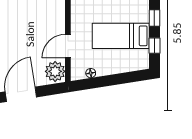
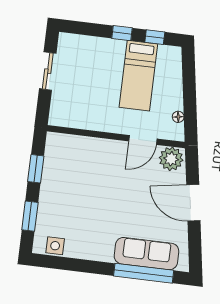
door: (68, 46) -> (143, 140), hinge flipped

